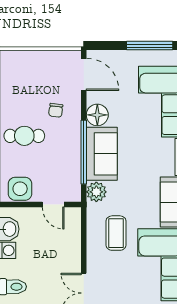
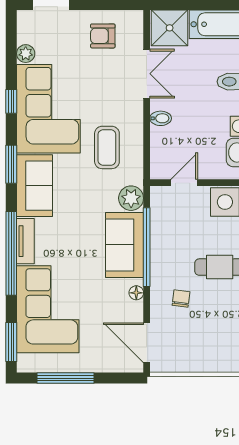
floor lamp: (97, 115) -> (136, 293), width x0.53, depth x0.53
door: (53, 205) -> (184, 183), hinge flipped
bidet: (72, 257) -> (161, 118), added

